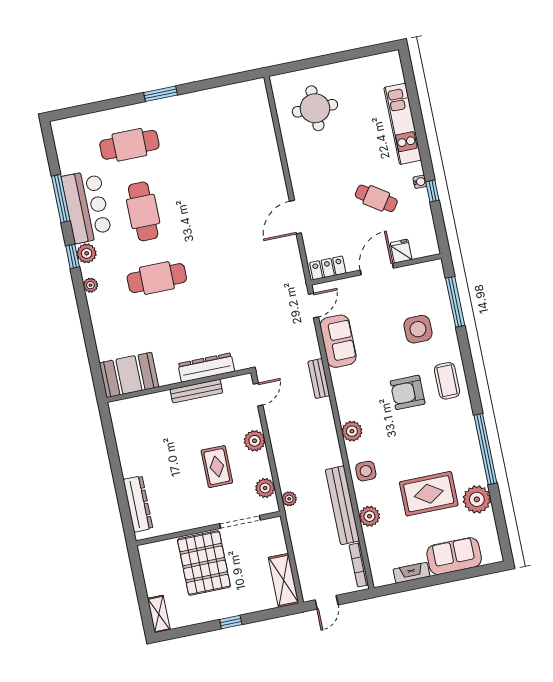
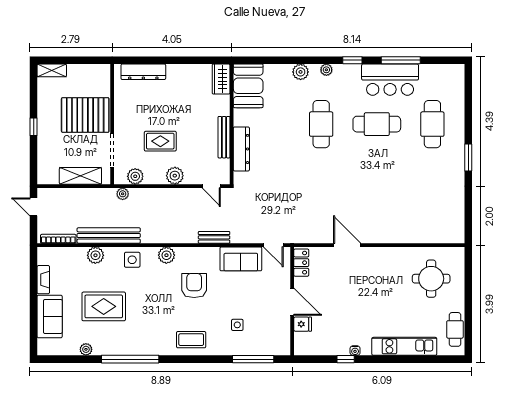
cafe table: (376, 198) -> (455, 329), moved, turned -34
plant: (87, 253) -> (301, 72), moved
side table: (418, 329) -> (237, 325), width x0.54, depth x0.54
armchair: (408, 392) -> (194, 286), moved
wardrobe: (127, 409) -> (221, 79), added
rug: (429, 494) -> (104, 306), turned 90
plant: (477, 499) -> (86, 349), width x0.53, depth x0.53
shelving: (284, 580) -> (80, 176), moved

